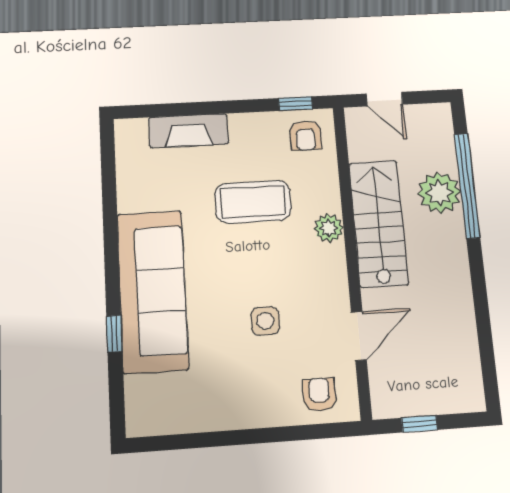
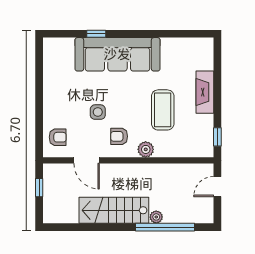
fireplace: (188, 131) -> (205, 92), moved
armchair: (305, 136) -> (119, 136), moved
plant: (439, 193) -> (156, 217), width x0.53, depth x0.53
stairs: (378, 223) -> (114, 210), moved, turned 180

